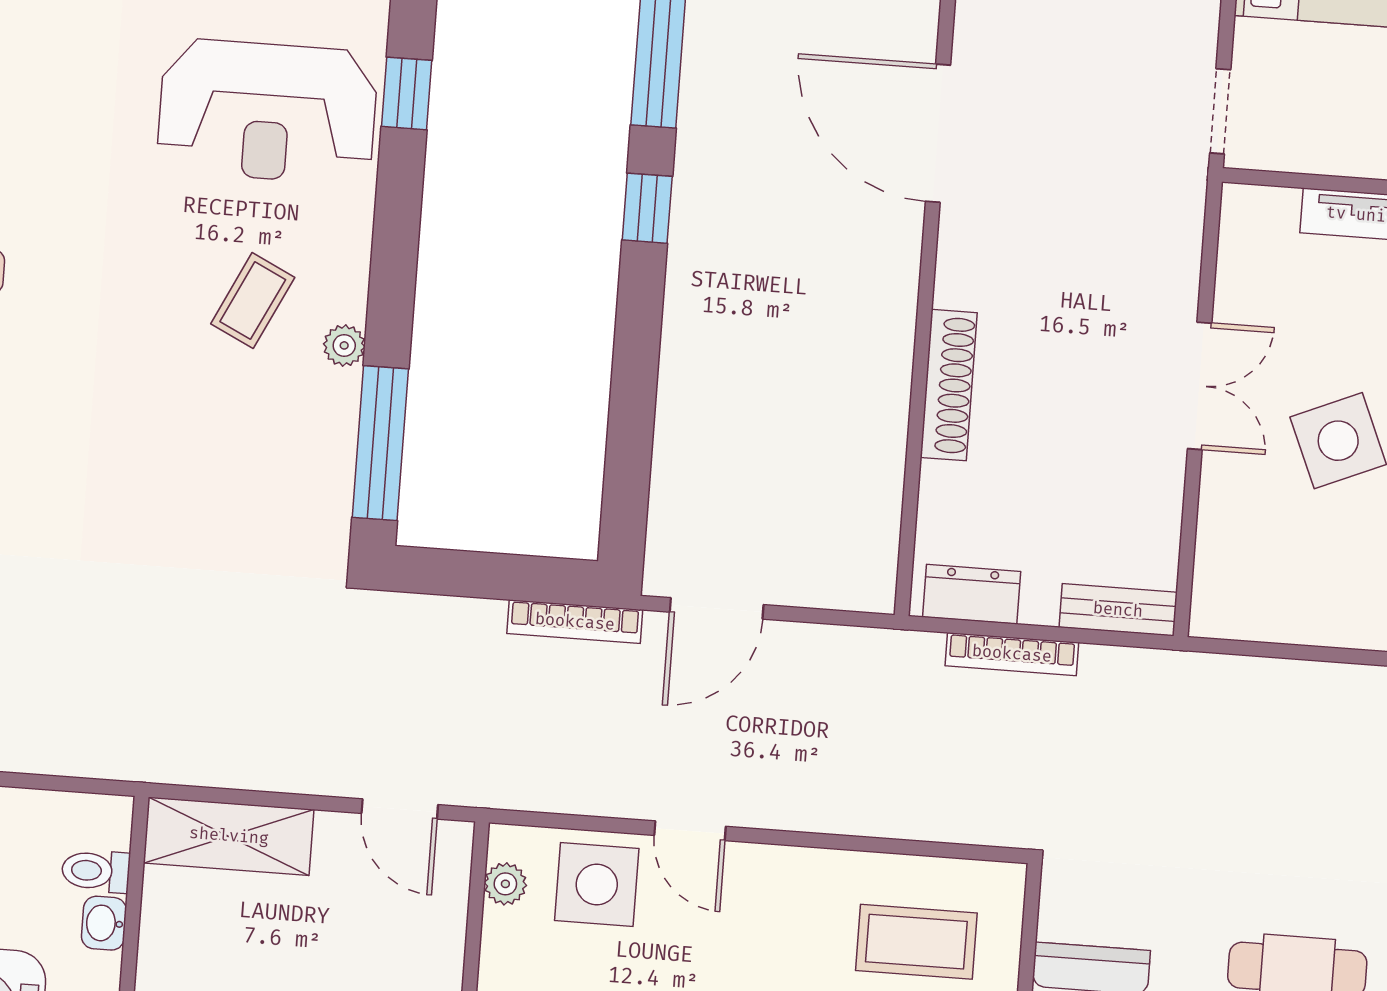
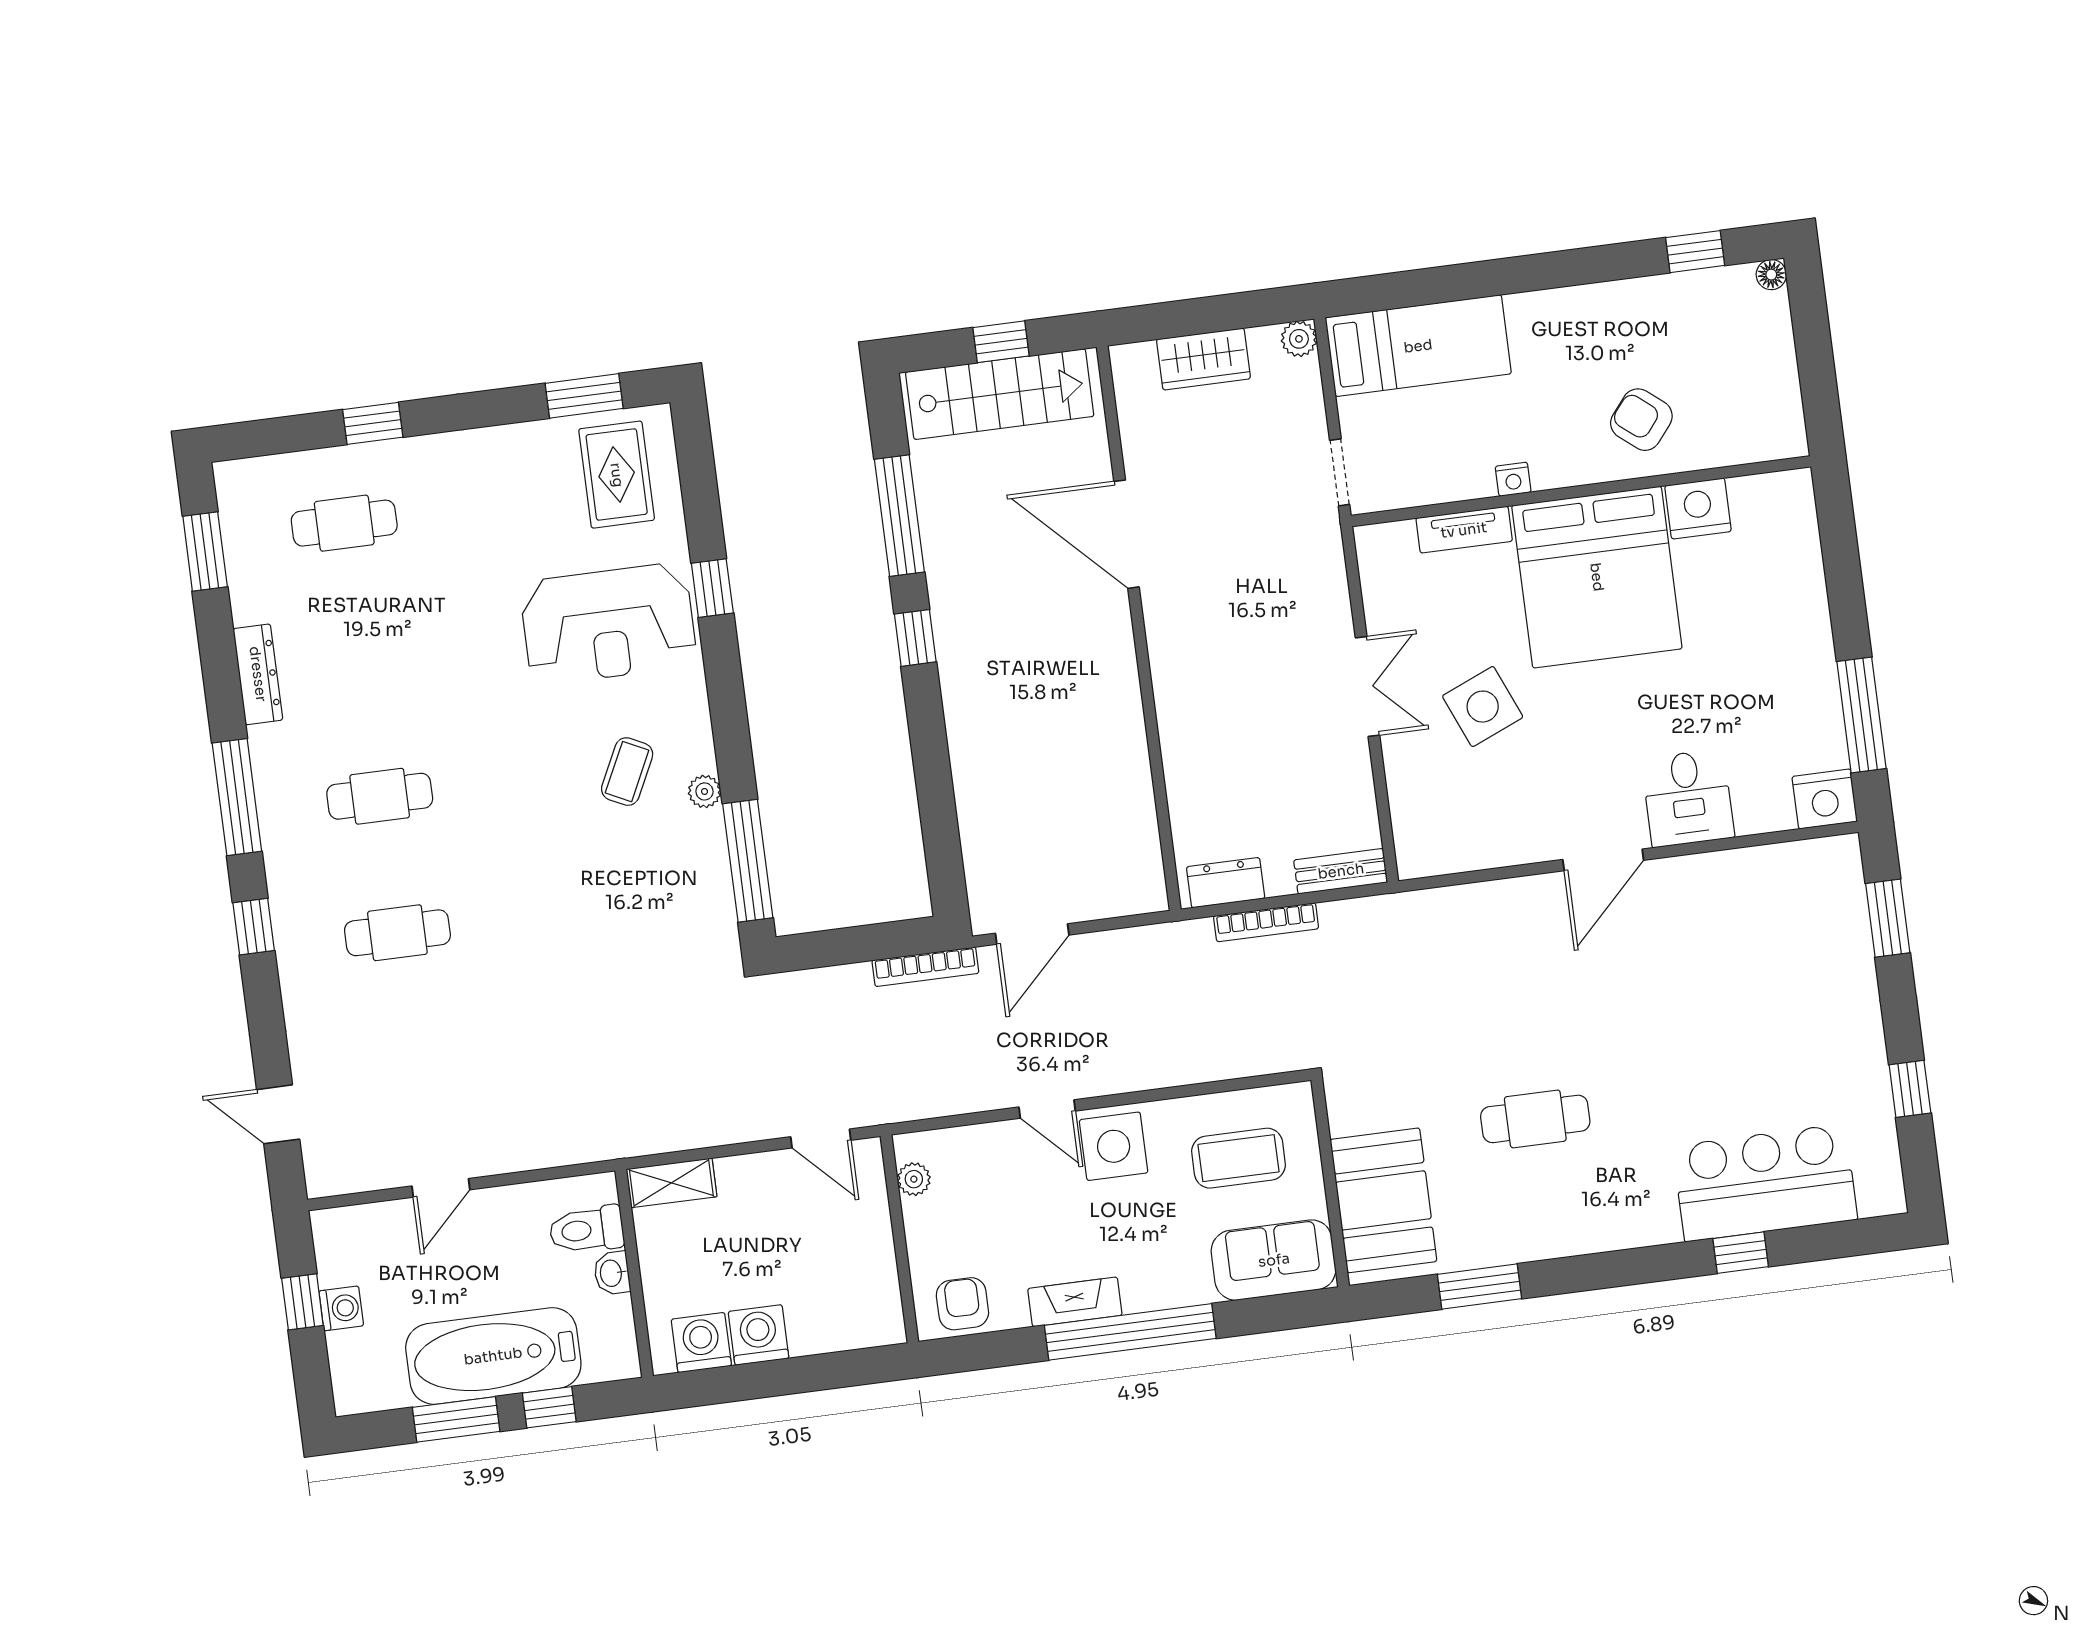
shoe rack: (949, 385) -> (1175, 726), removed
shelving: (229, 836) -> (671, 1183), width x0.67, depth x0.75
toilet: (96, 871) -> (587, 1230), width x1.37, depth x1.39
side table: (597, 884) -> (1114, 1146), moved

